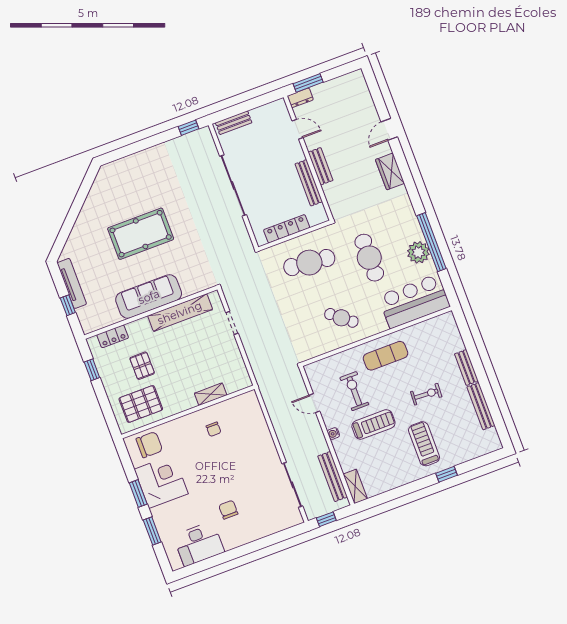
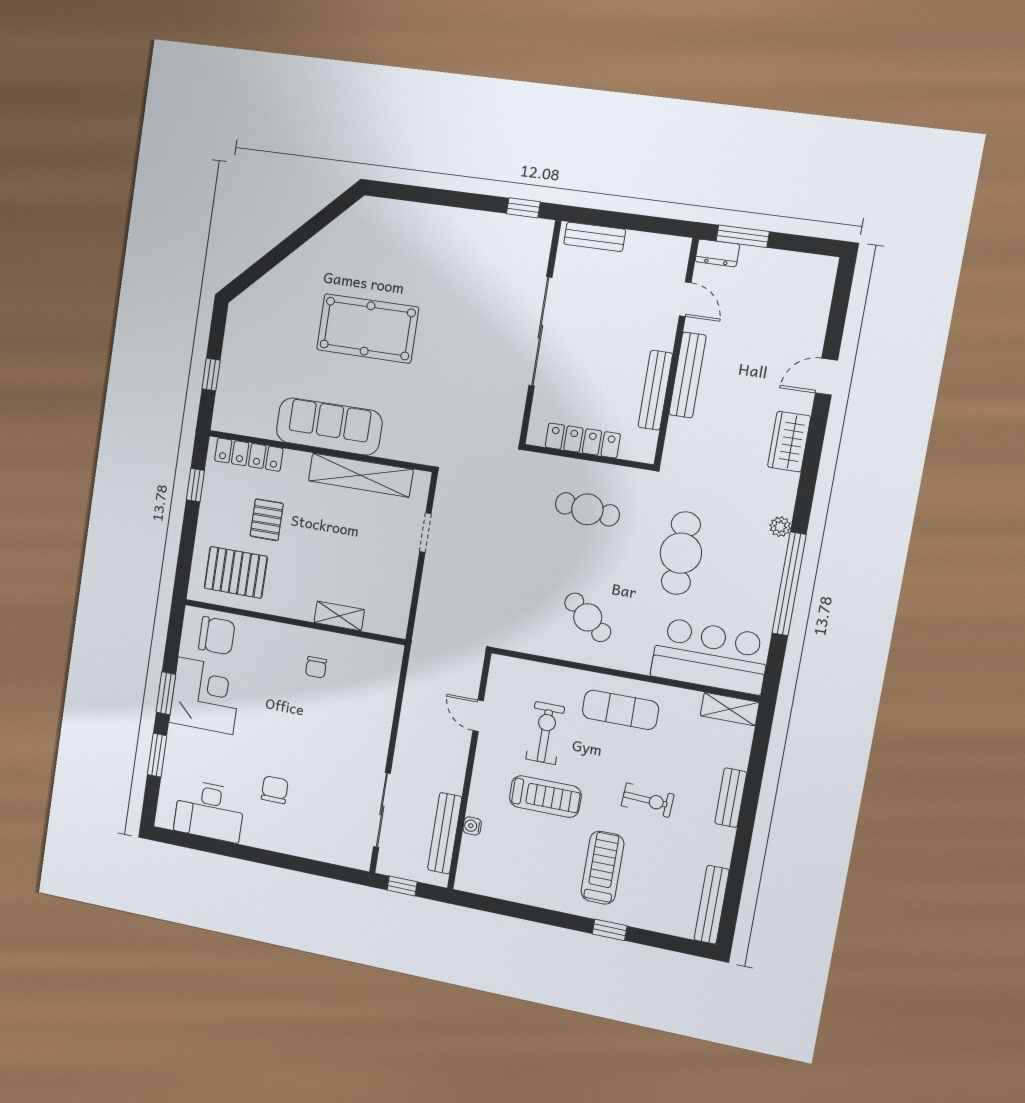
bench: (321, 166) -> (688, 375), width x1.36
plant: (418, 252) -> (780, 527), moved, width x0.53, depth x0.53
cafe table: (309, 263) -> (587, 509), width x0.73, depth x0.74
tv unit: (72, 283) -> (233, 346), removed
locker: (113, 336) -> (249, 455), width x1.53
bench: (481, 406) -> (712, 905), moved
water cooler: (333, 434) -> (472, 826), moved
shelving: (355, 486) -> (730, 709), moved, turned 90

